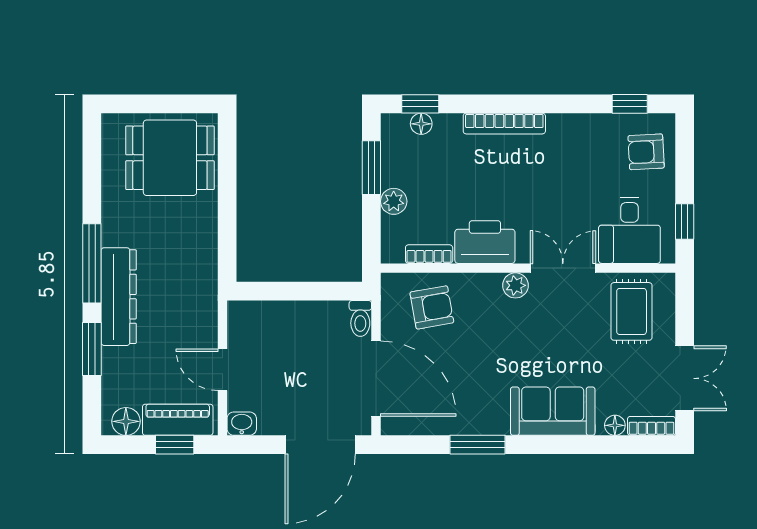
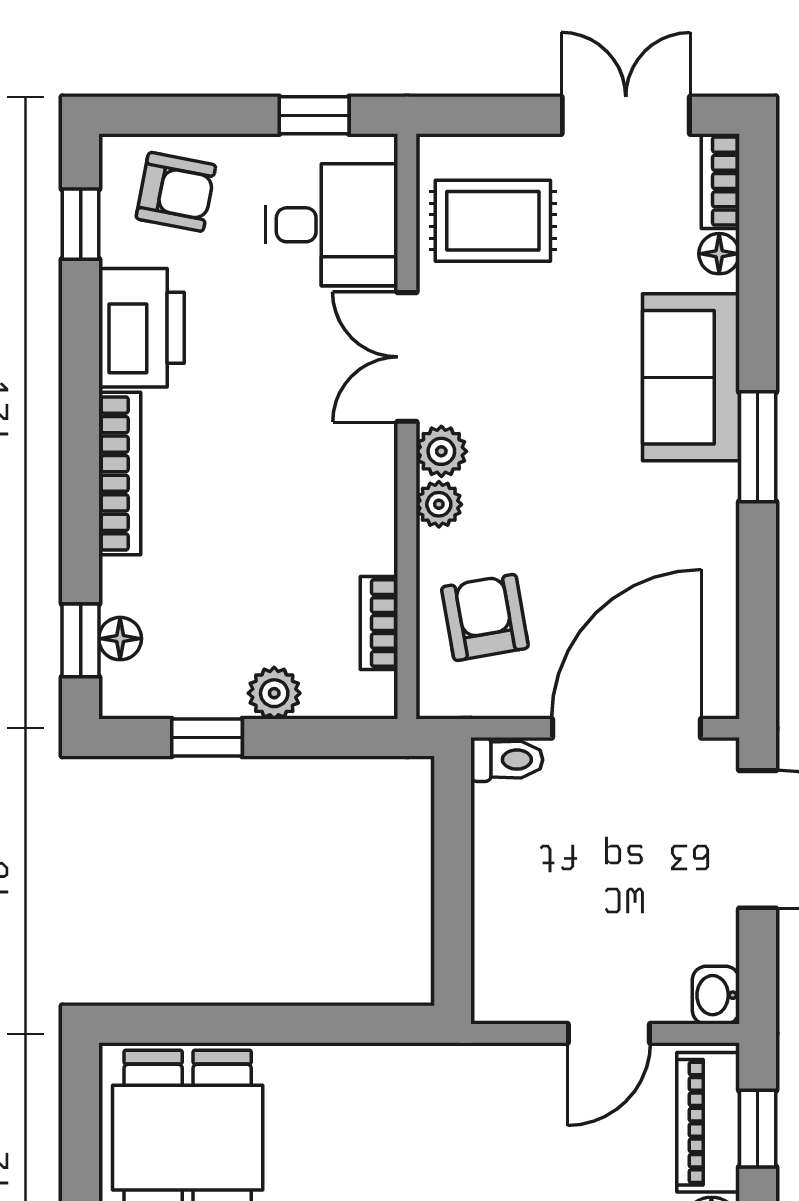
armchair: (646, 152) -> (176, 192), turned -76
window: (371, 168) -> (207, 737), width x0.67
printer: (485, 242) -> (142, 328), moved, turned 180
plant: (489, 284) -> (439, 504), added
window: (477, 445) -> (758, 447), moved

